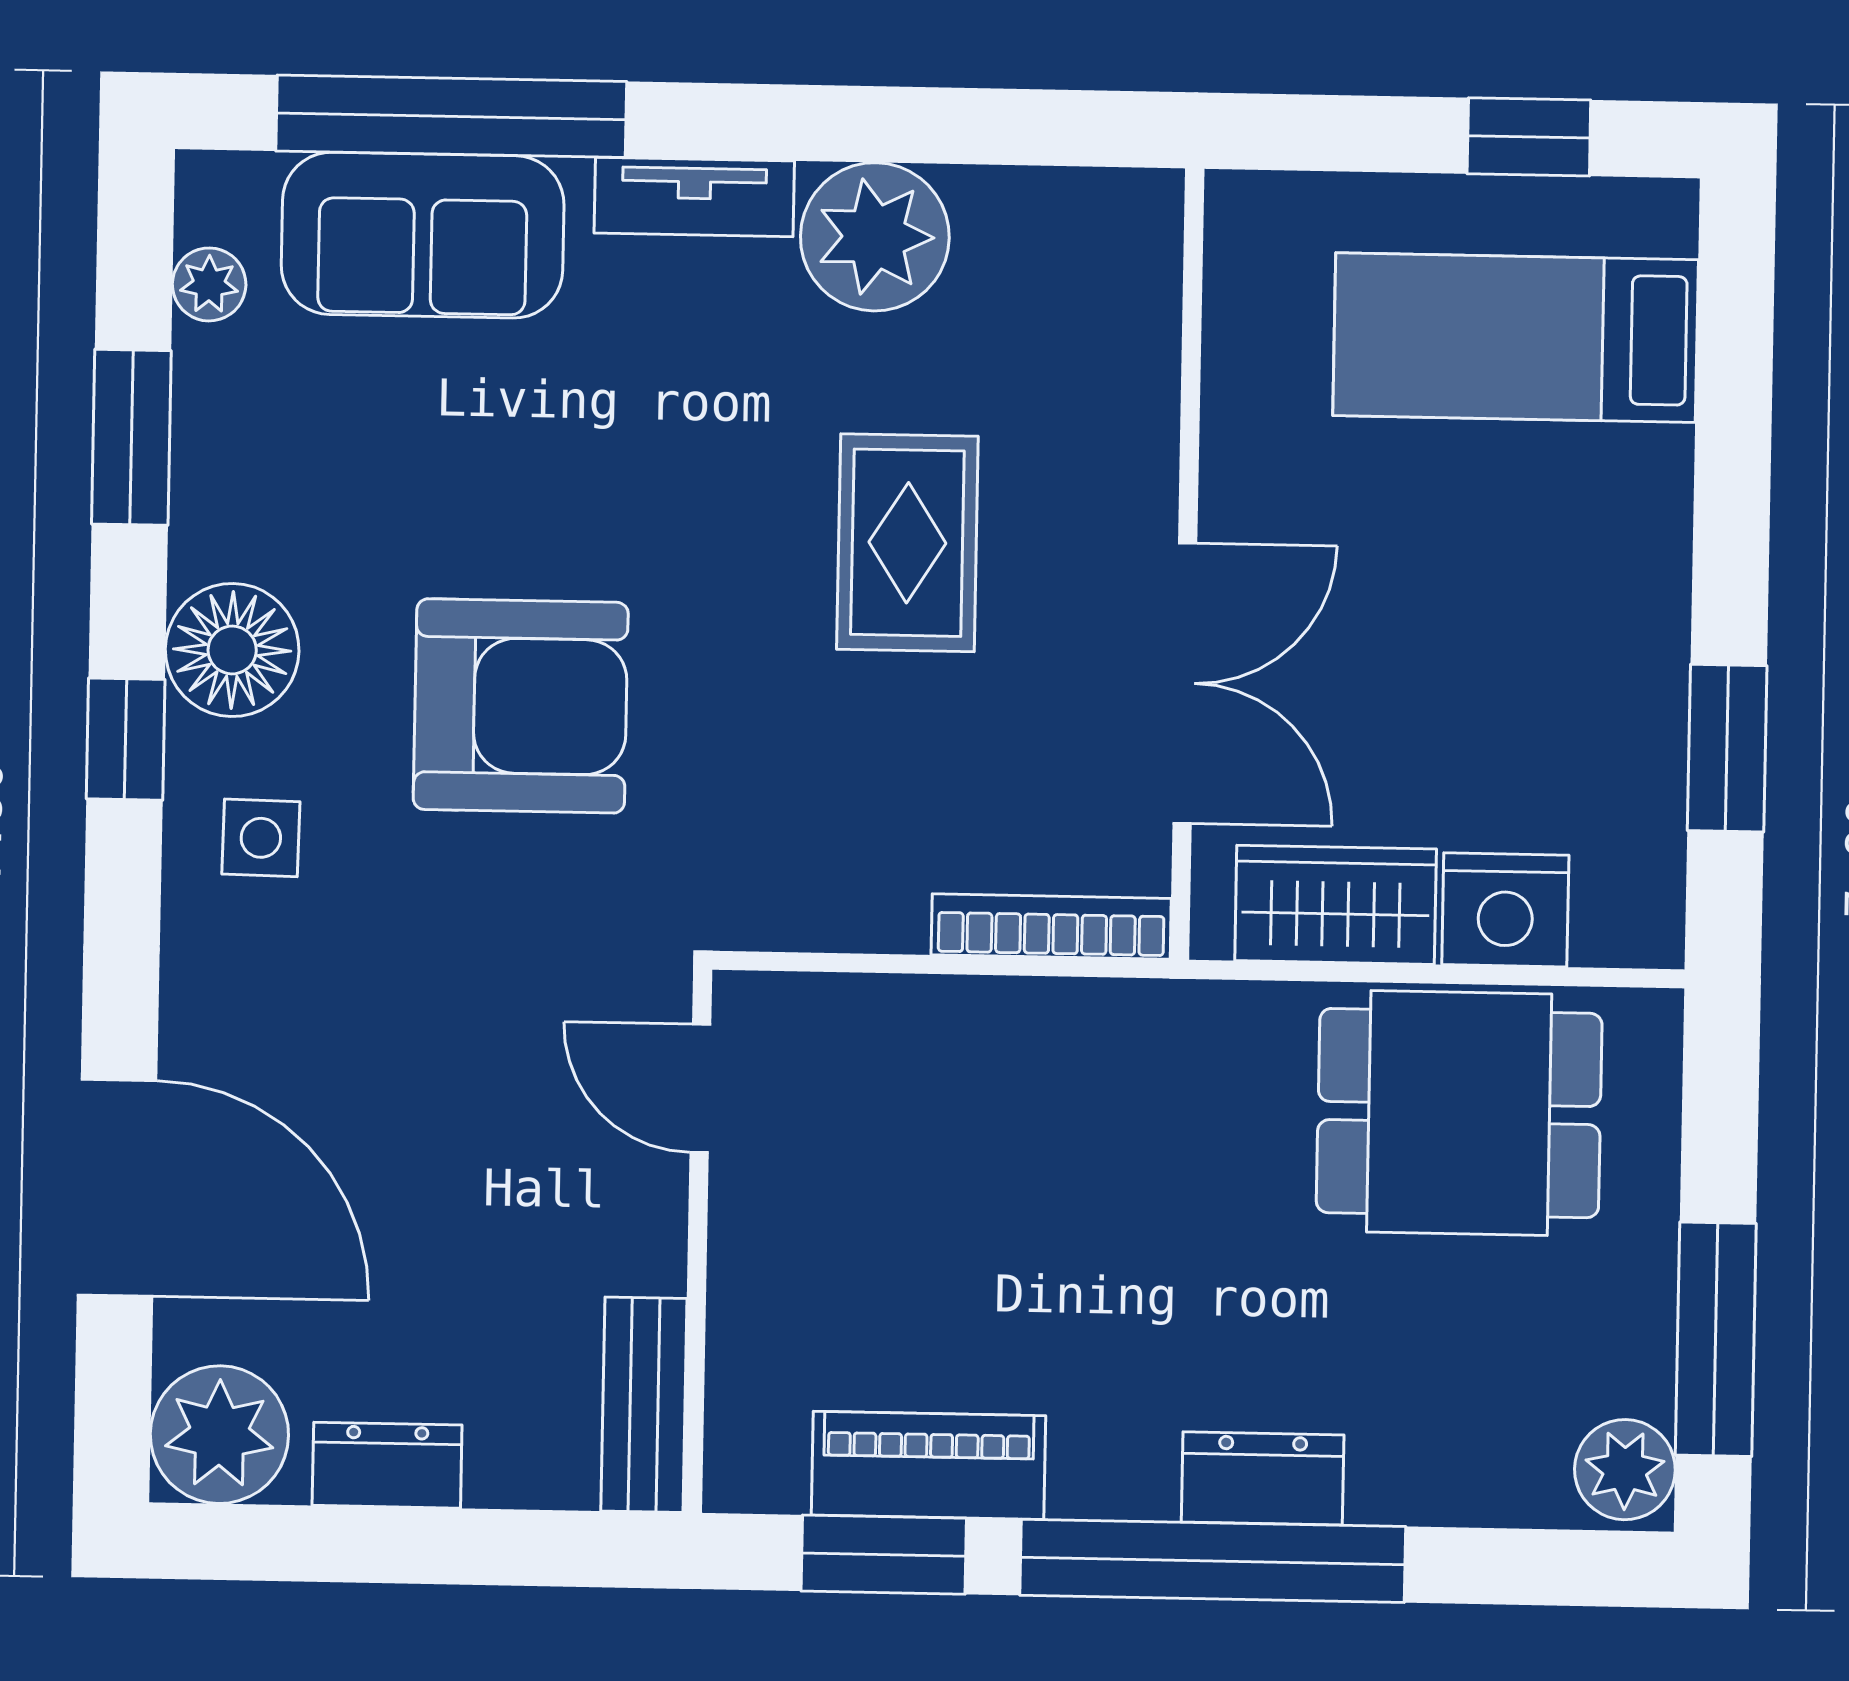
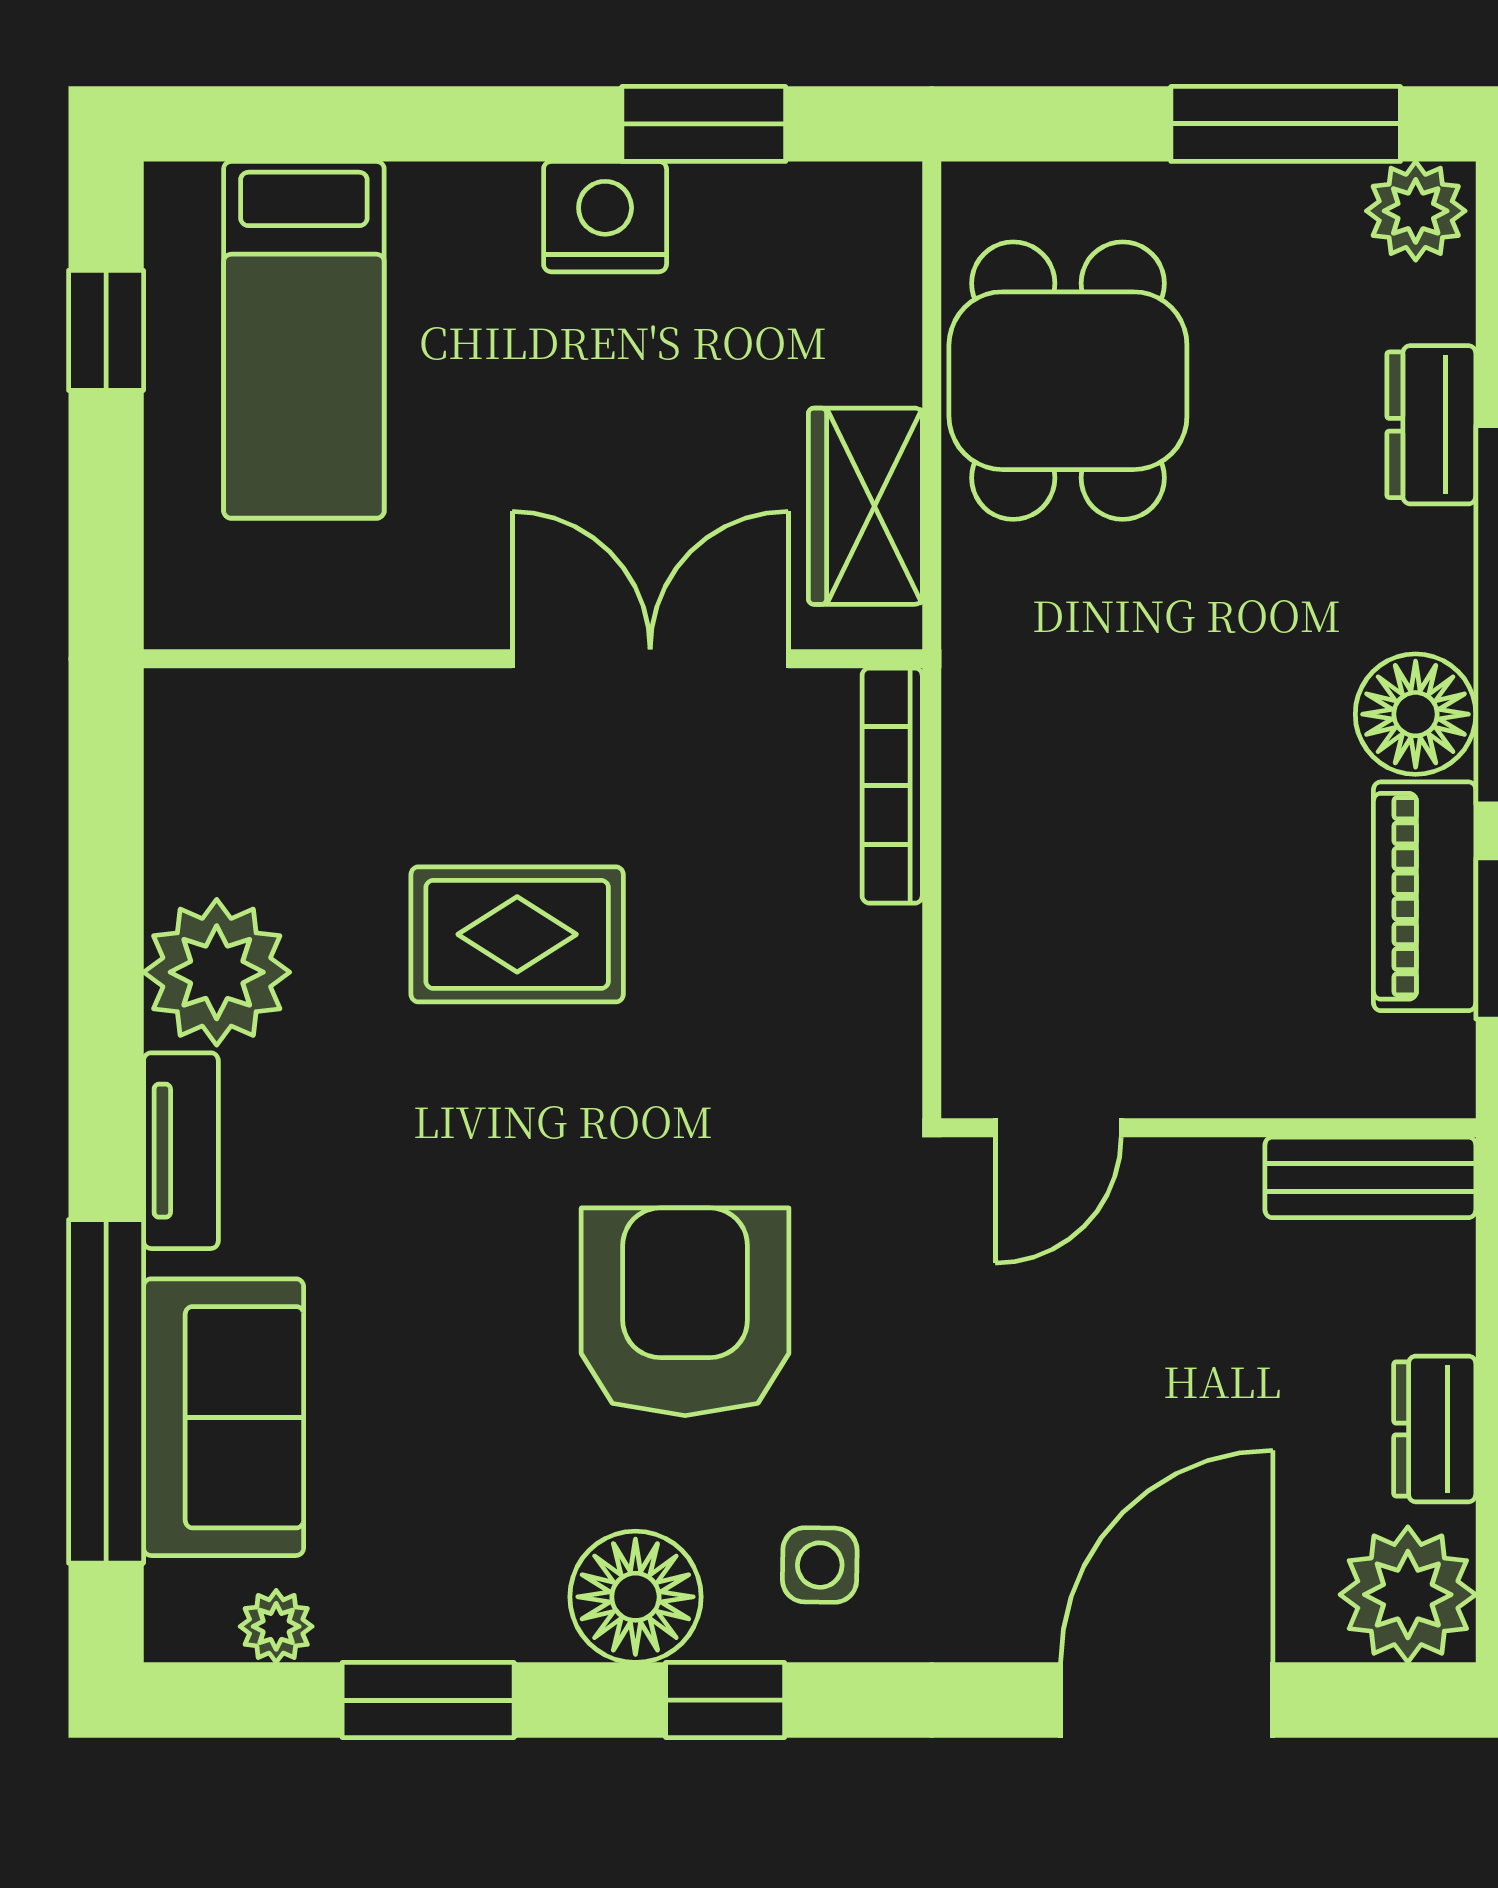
nightstand: (1505, 910) -> (605, 217), moved, turned -90
floor lamp: (1114, 1460) -> (1416, 714), added
dresser: (1263, 1478) -> (1431, 425), moved

